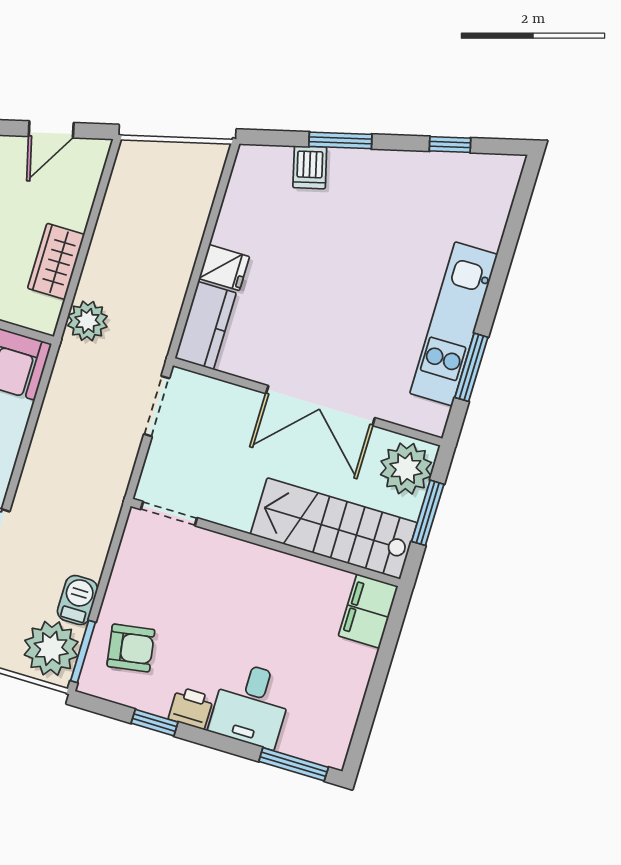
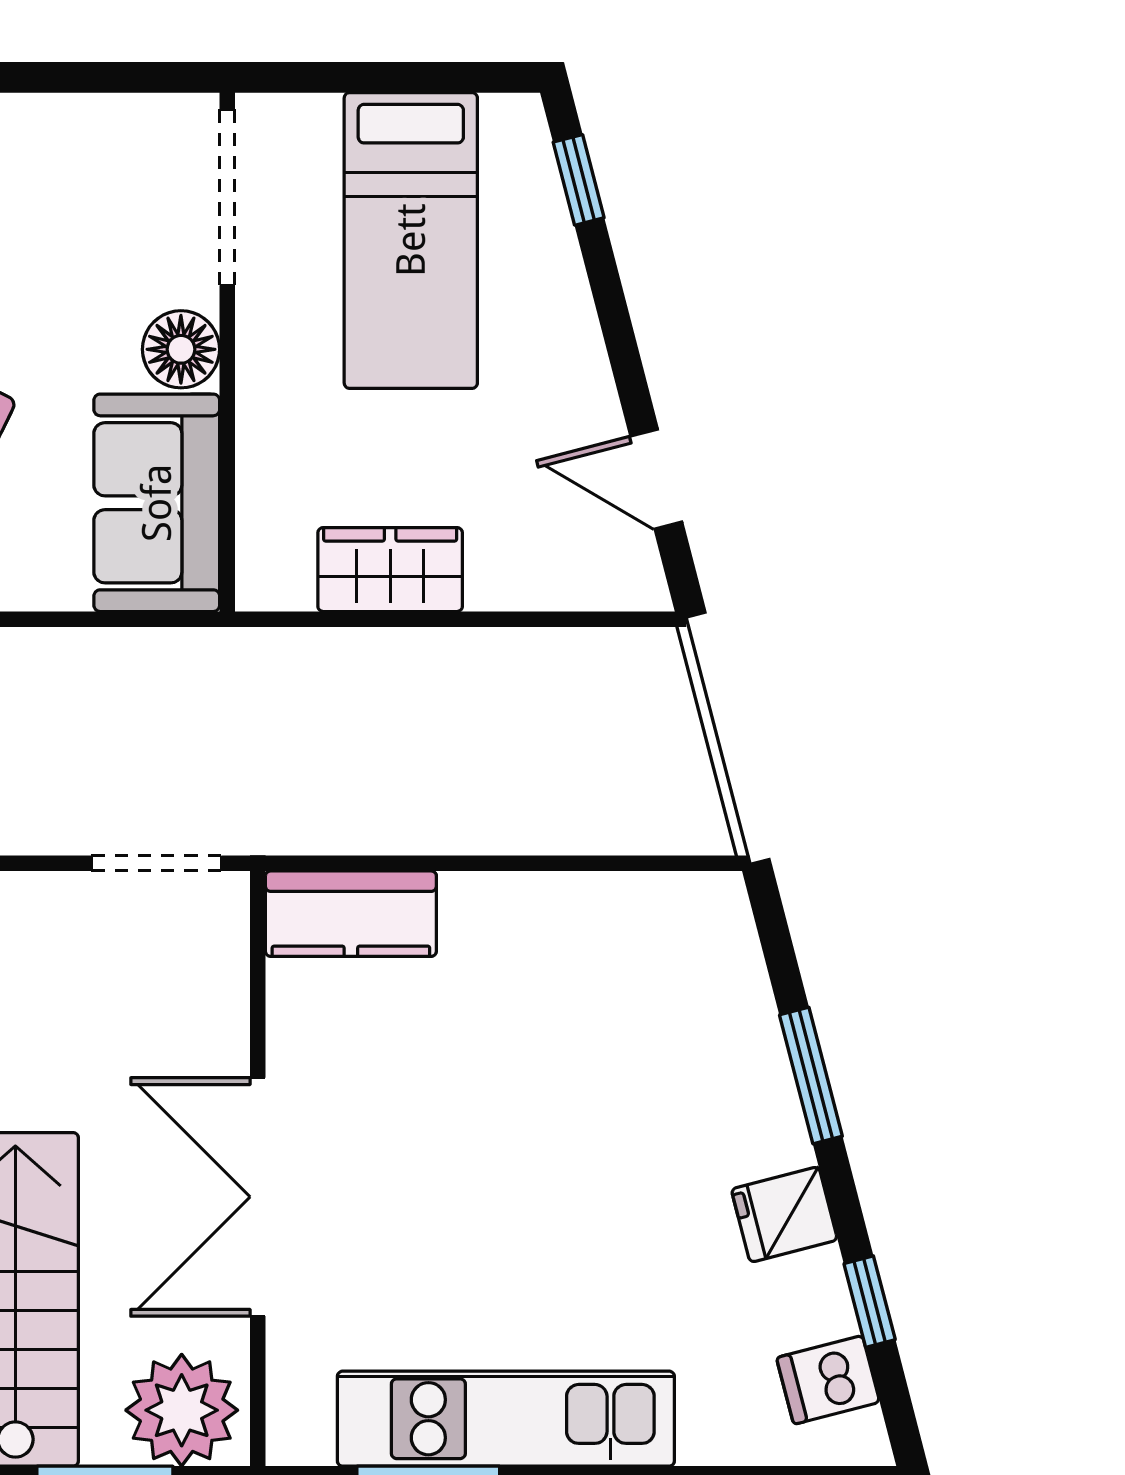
dishwasher: (310, 167) -> (828, 1380), moved
fridge: (224, 268) -> (784, 1214), moved, turned 75
plant: (87, 321) -> (288, 670), removed

